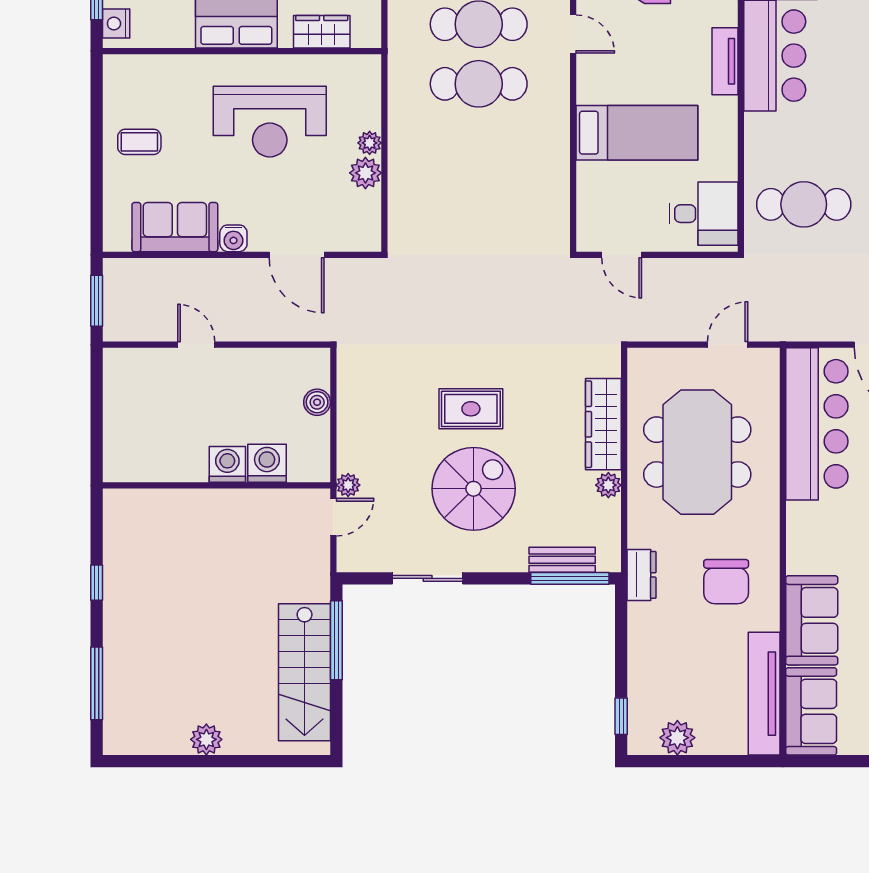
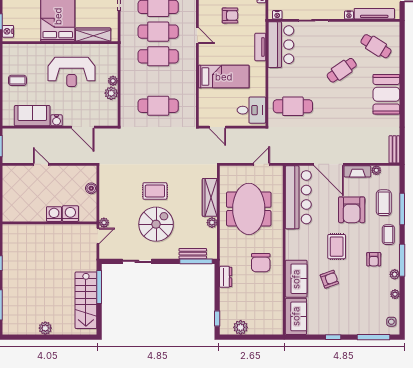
wardrobe: (322, 32) -> (93, 35), width x1.50
cafe table: (479, 203) -> (158, 106), added
dresser: (641, 575) -> (226, 277), moved
tv unit: (764, 694) -> (276, 309), removed

